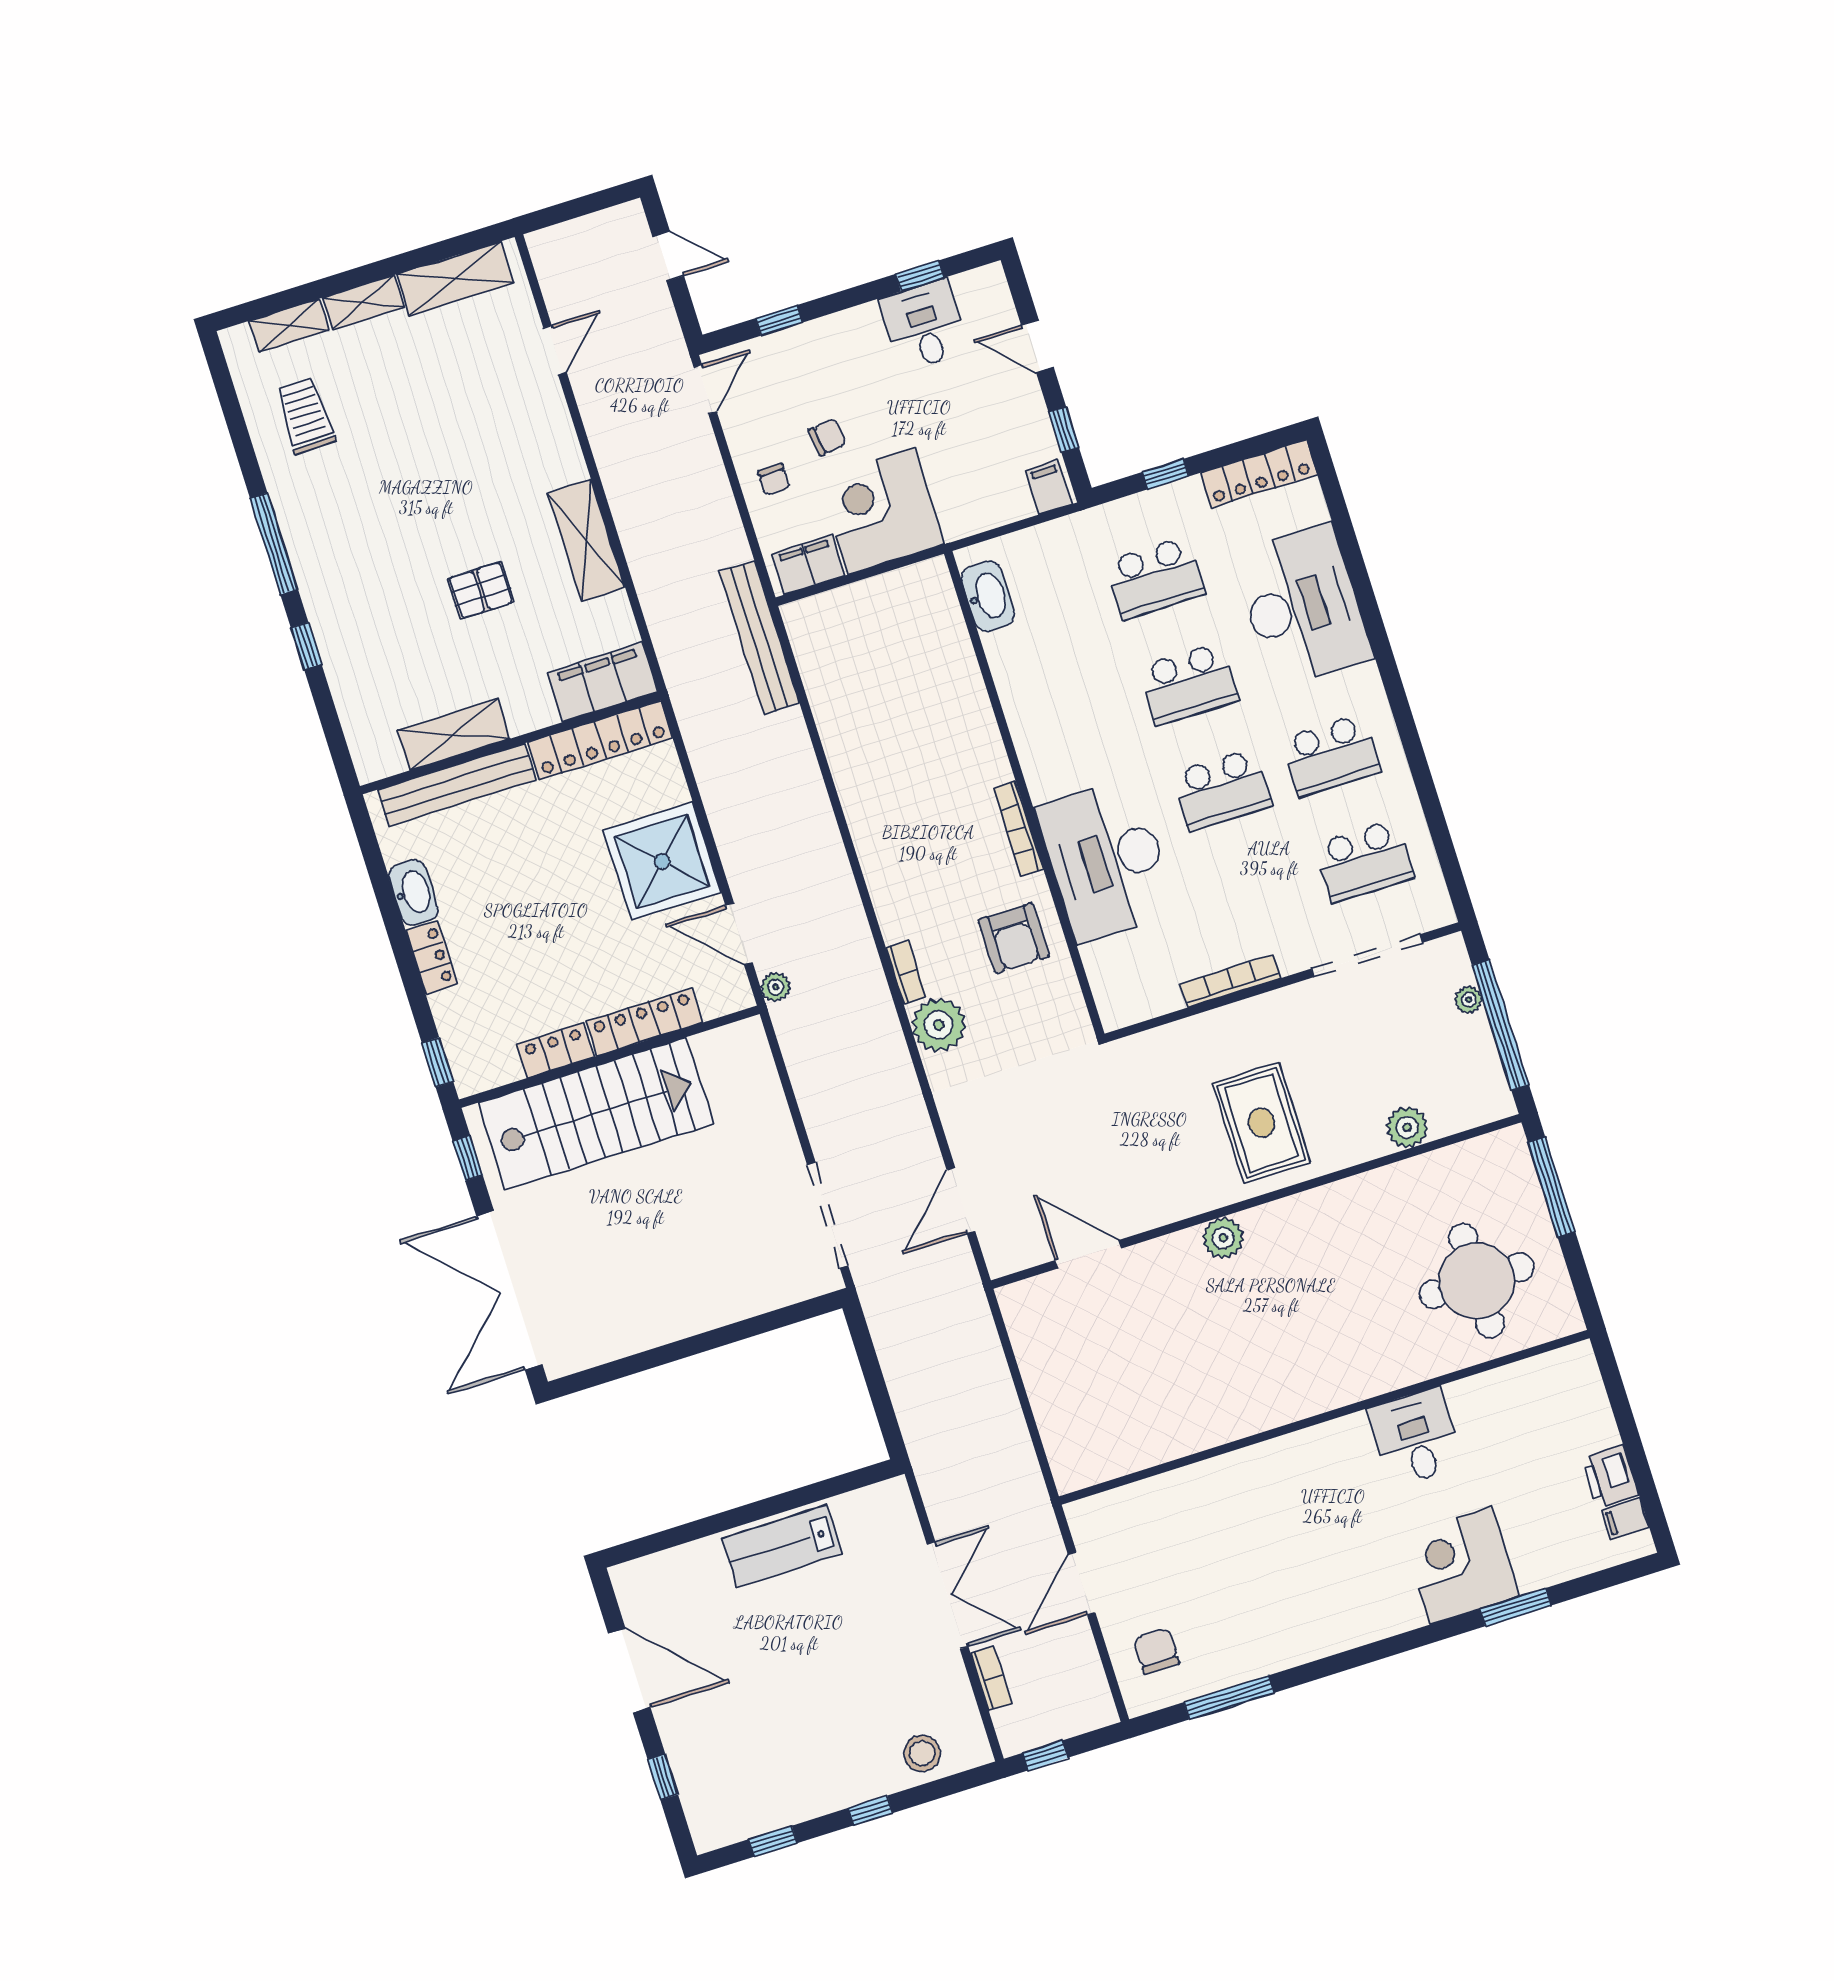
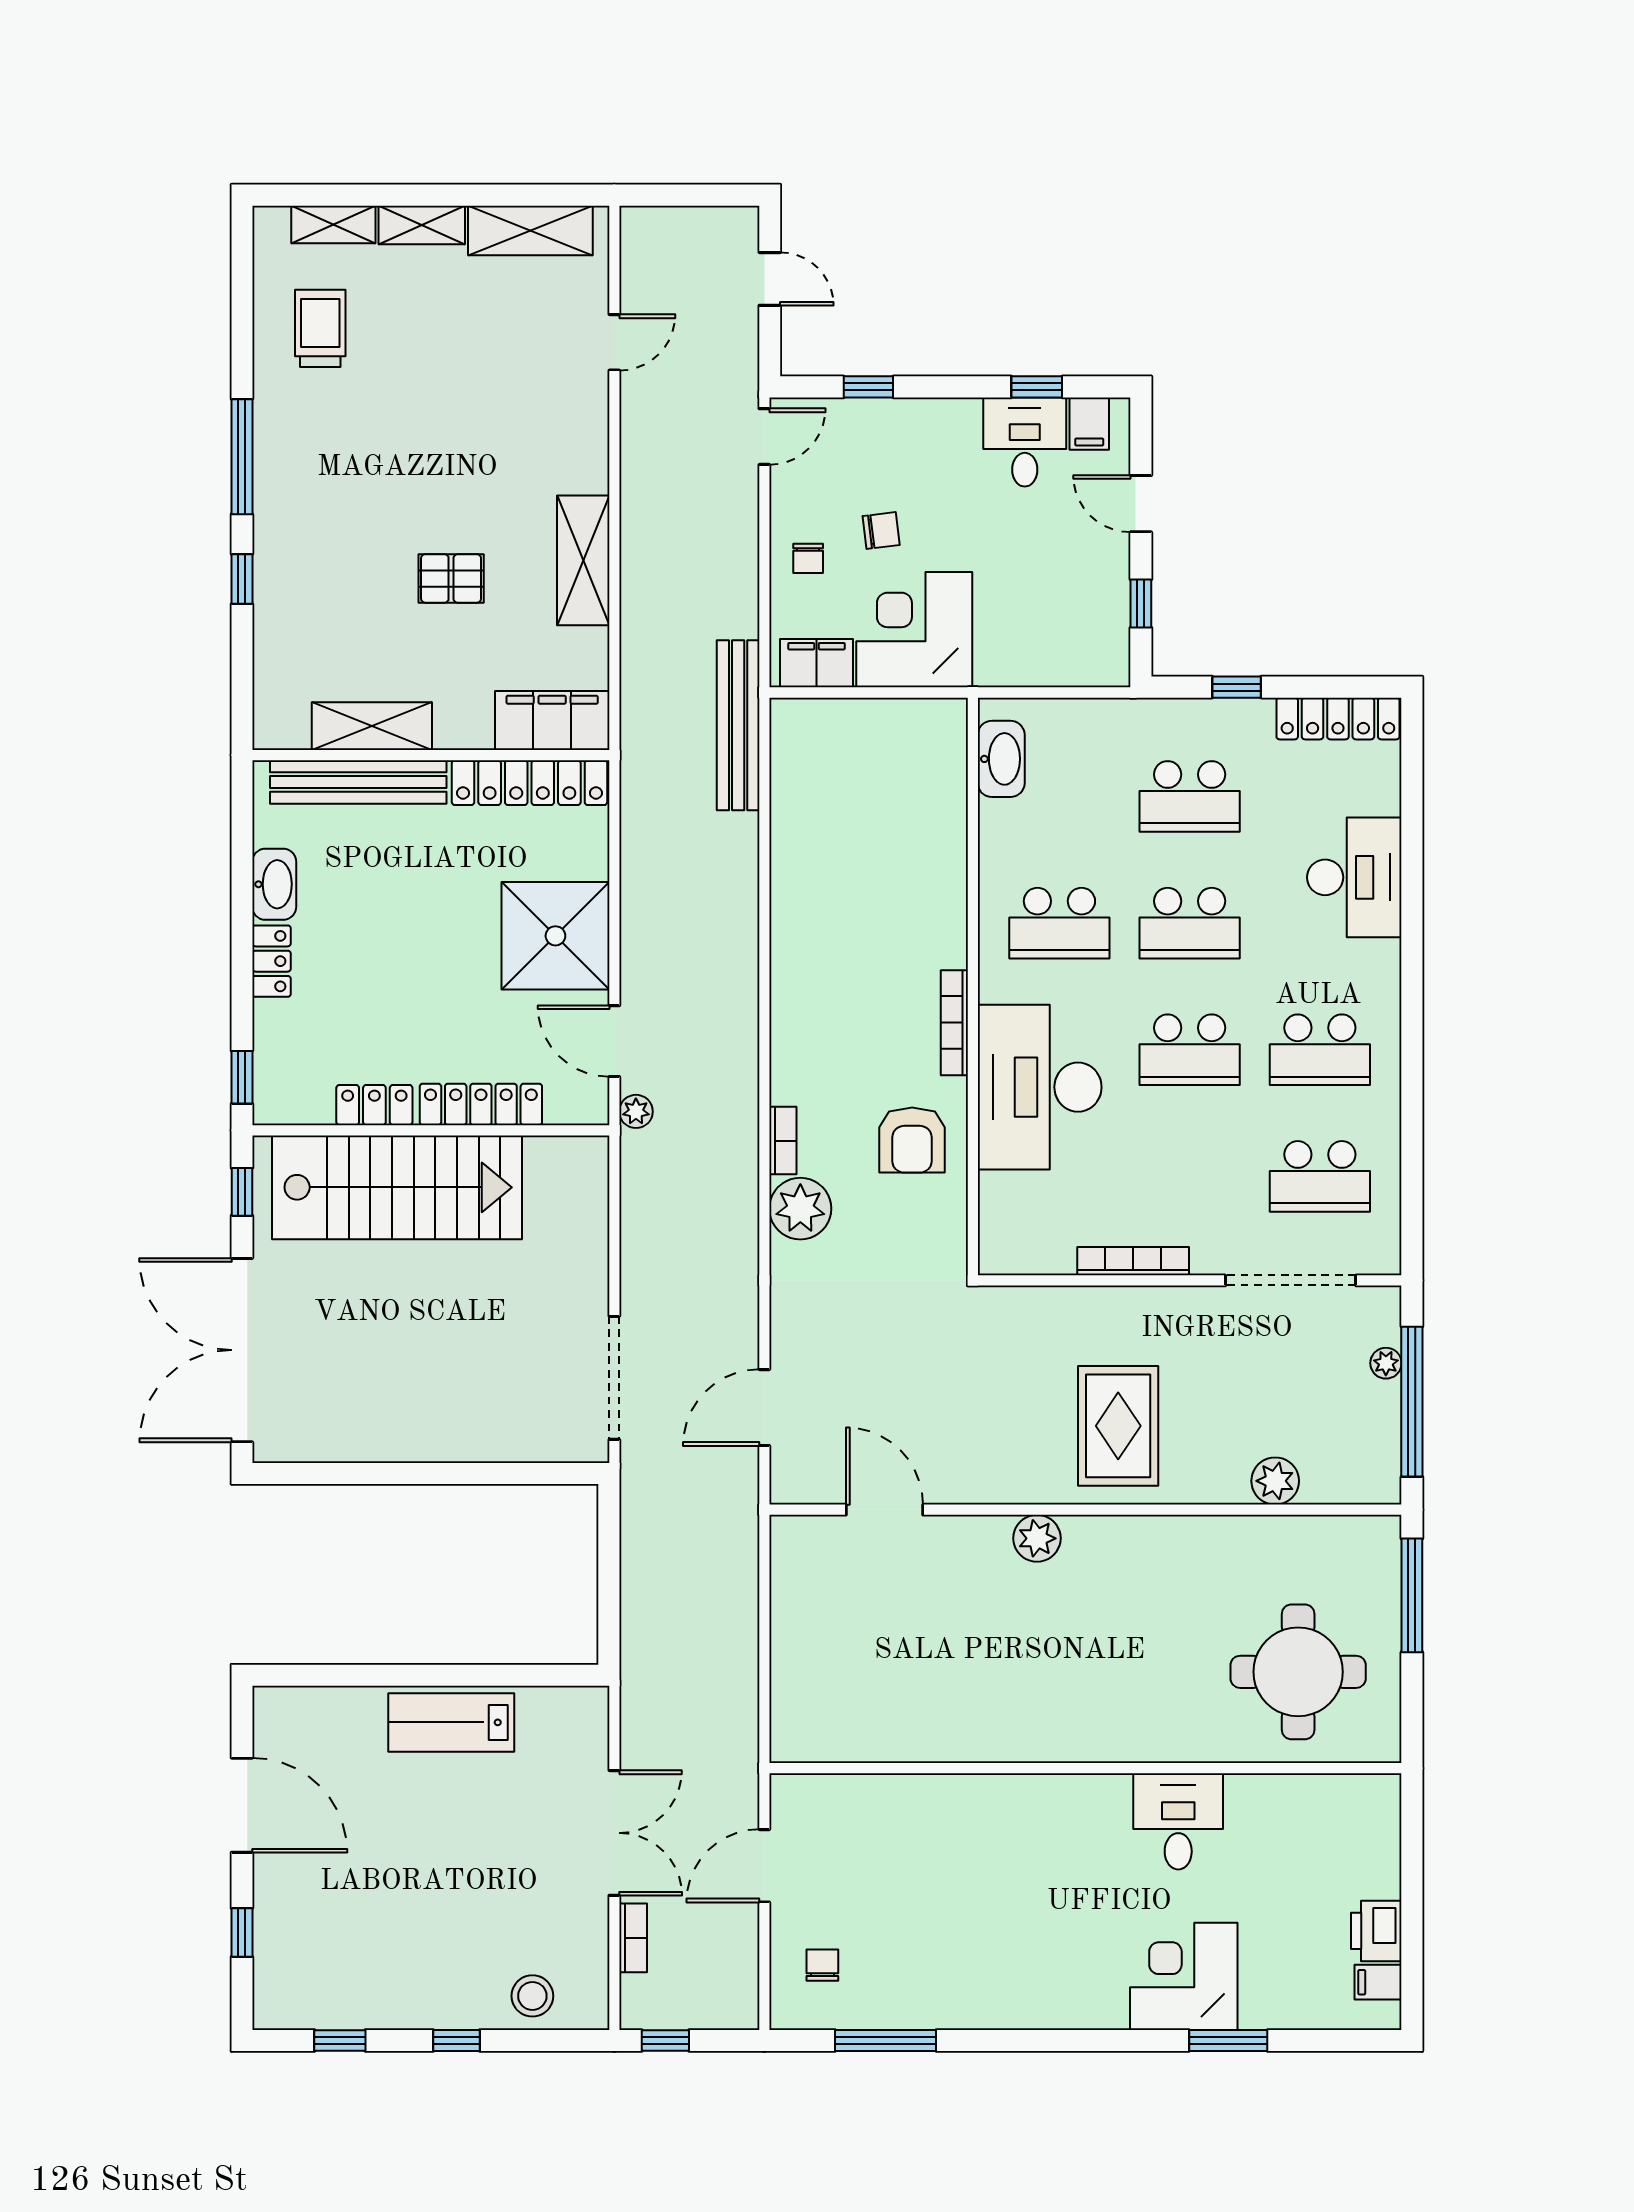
filing cabinet: (1049, 487) -> (1089, 424), moved, turned 180
desk: (1302, 606) -> (1354, 877), width x0.73, depth x0.77
school desk: (1080, 718) -> (1059, 923), added
chair: (1156, 1651) -> (822, 1965), width x0.73, depth x0.73

